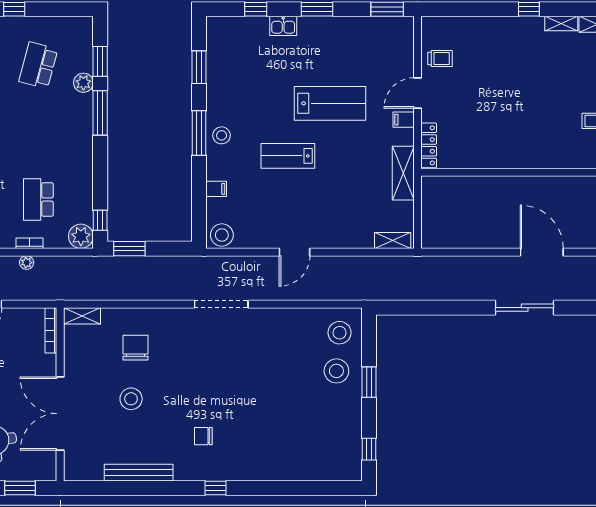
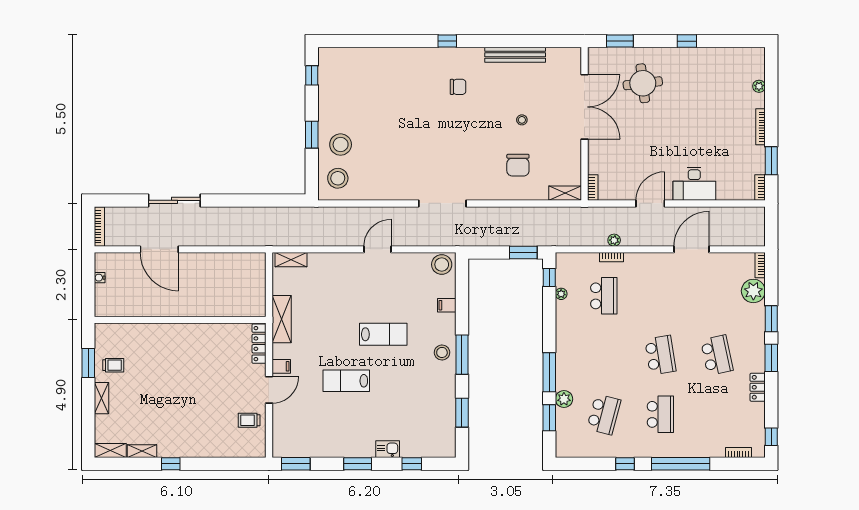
lab bench: (330, 103) -> (346, 381), width x0.73, depth x0.72
plant: (81, 236) -> (561, 294), moved, width x0.53, depth x0.53
bookcase: (51, 330) -> (593, 188), width x0.64
stool: (131, 399) -> (522, 120), width x0.53, depth x0.53

